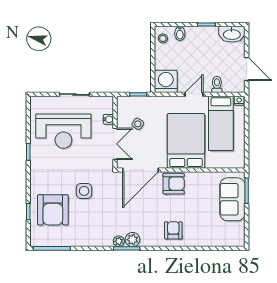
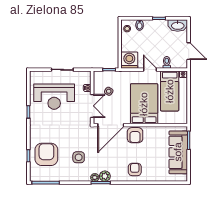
door: (194, 94) -> (150, 70), hinge flipped
armchair: (174, 184) -> (135, 135), turned 90
side table: (84, 191) -> (79, 157), moved
sofa: (232, 199) -> (178, 152), width x1.36
armchair: (53, 210) -> (46, 154), turned 180

